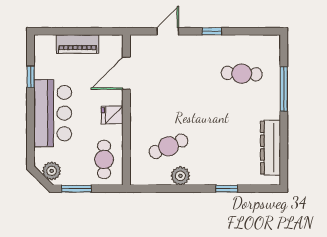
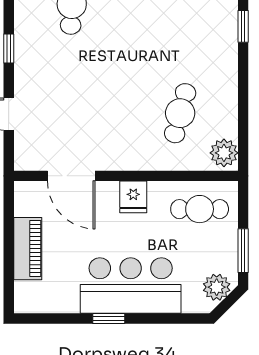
window: (31, 77) -> (109, 319), moved
cafe table: (168, 146) -> (180, 113), turned 39
plant: (180, 176) -> (224, 153), moved

